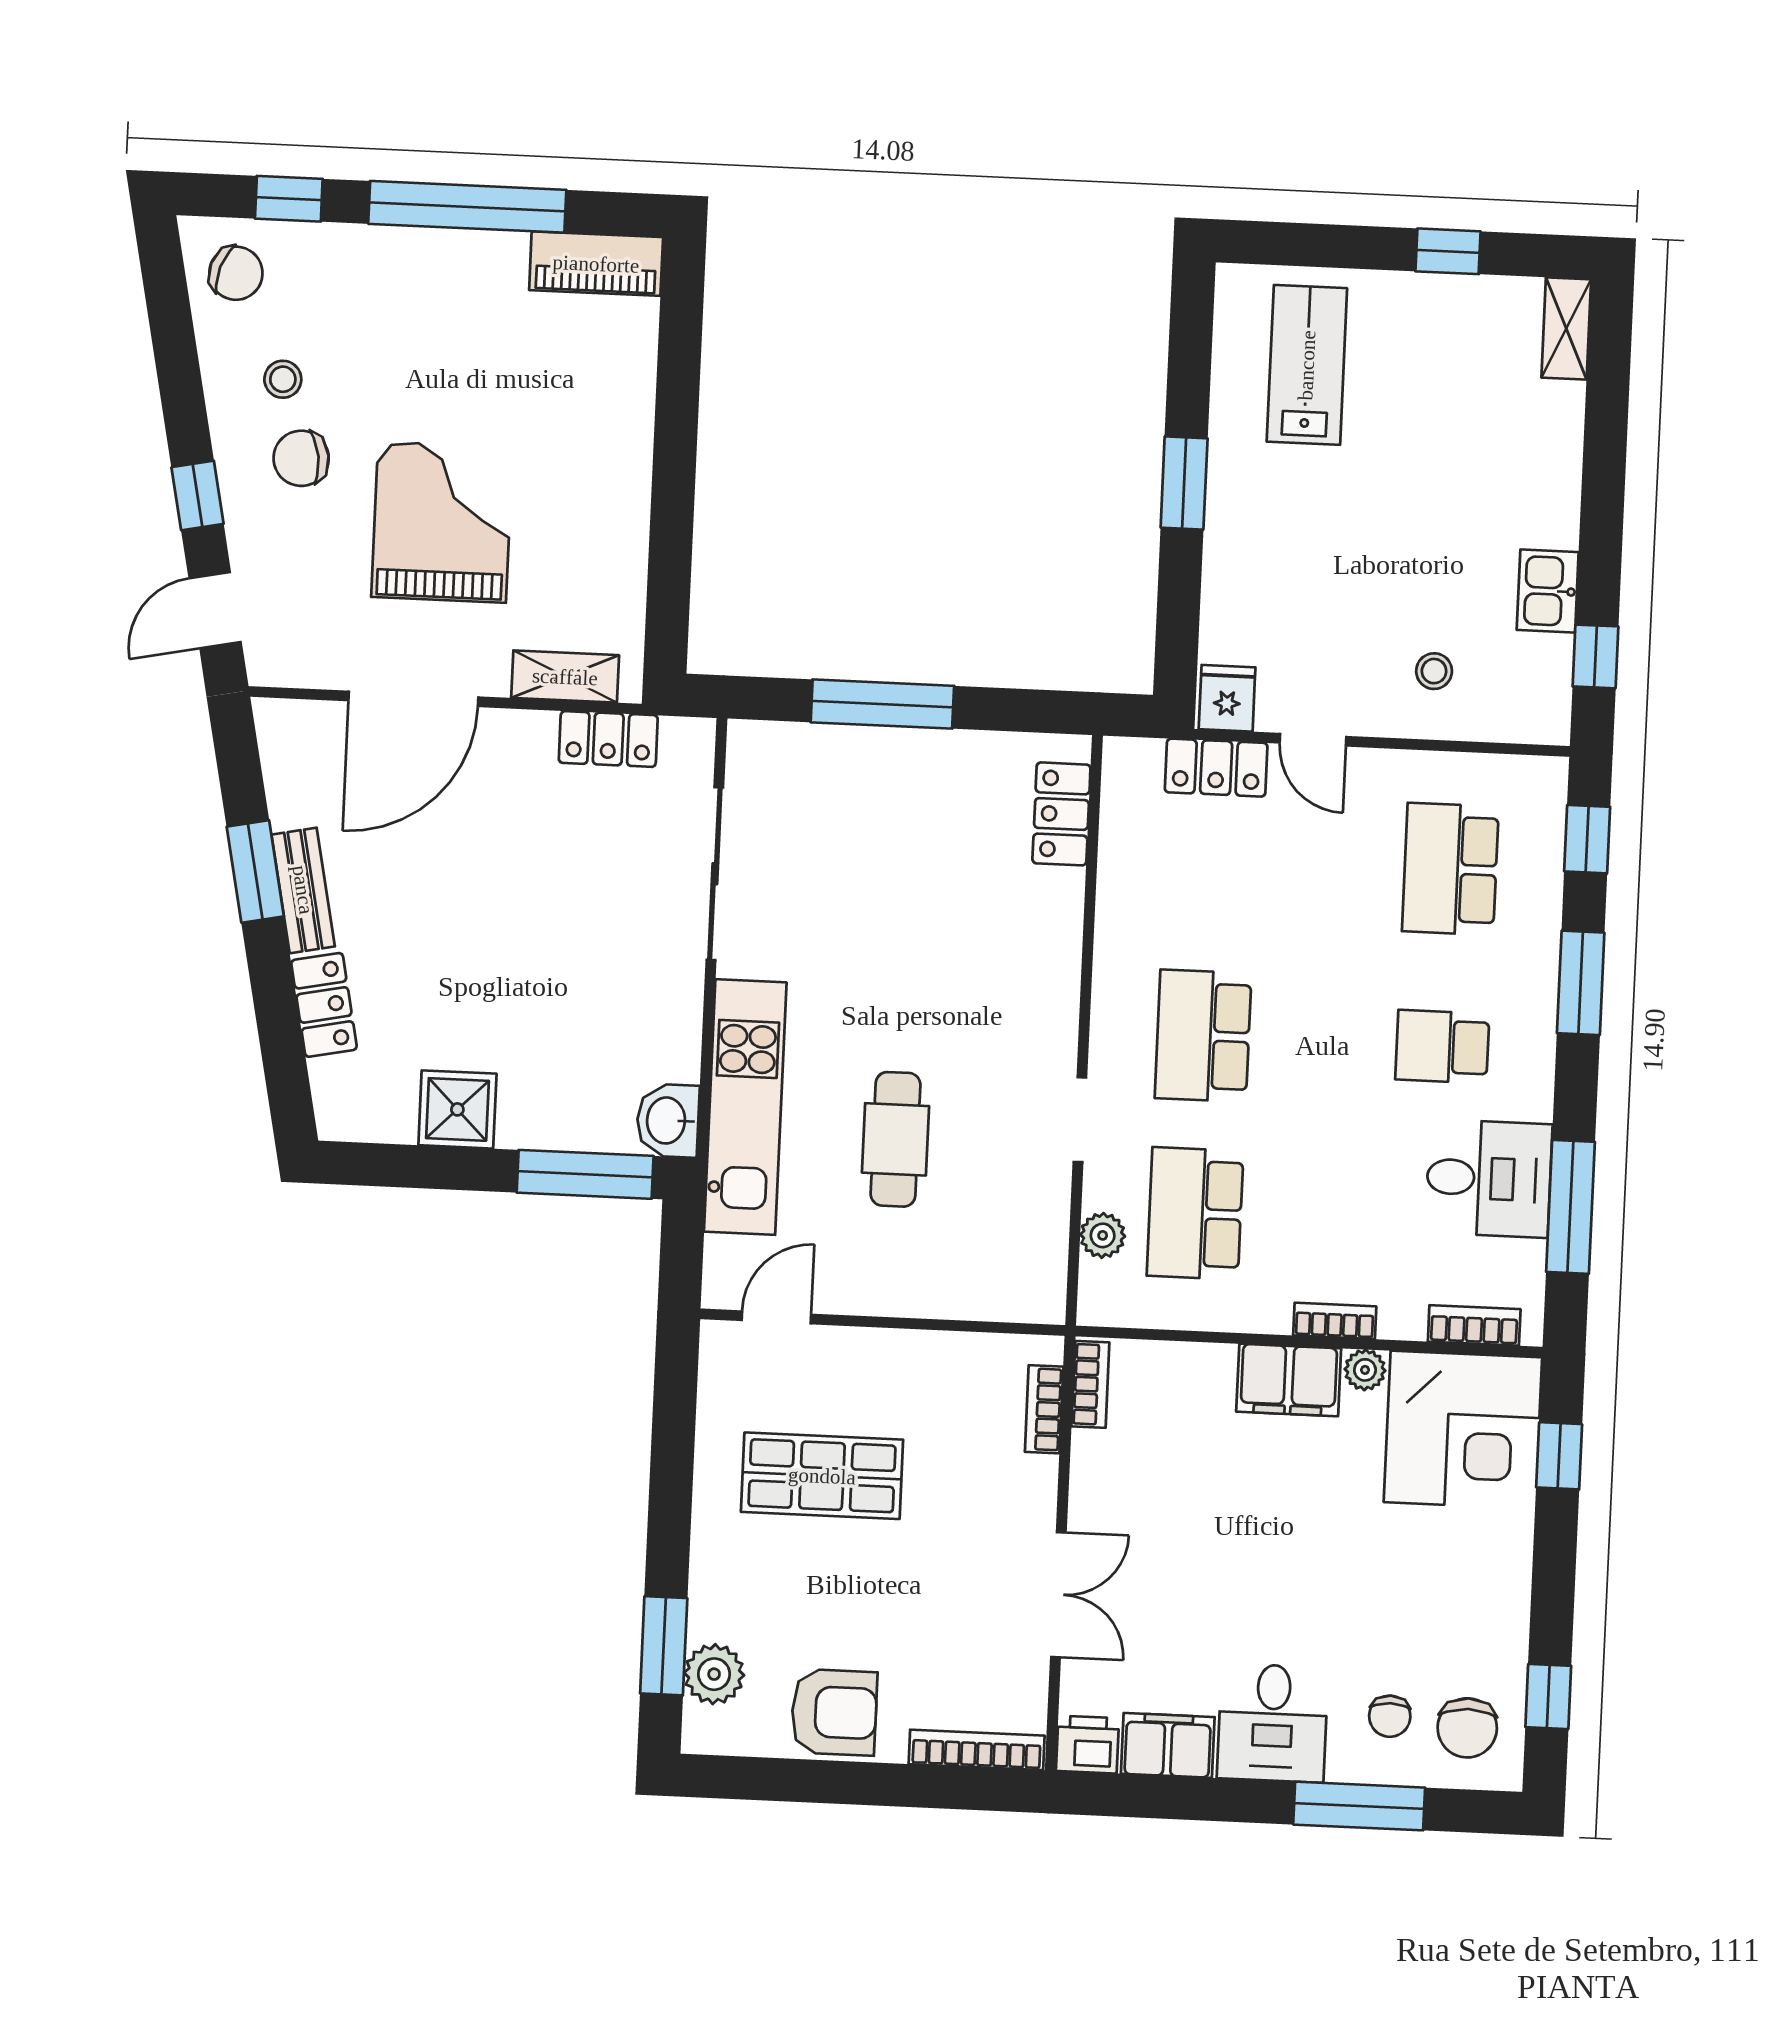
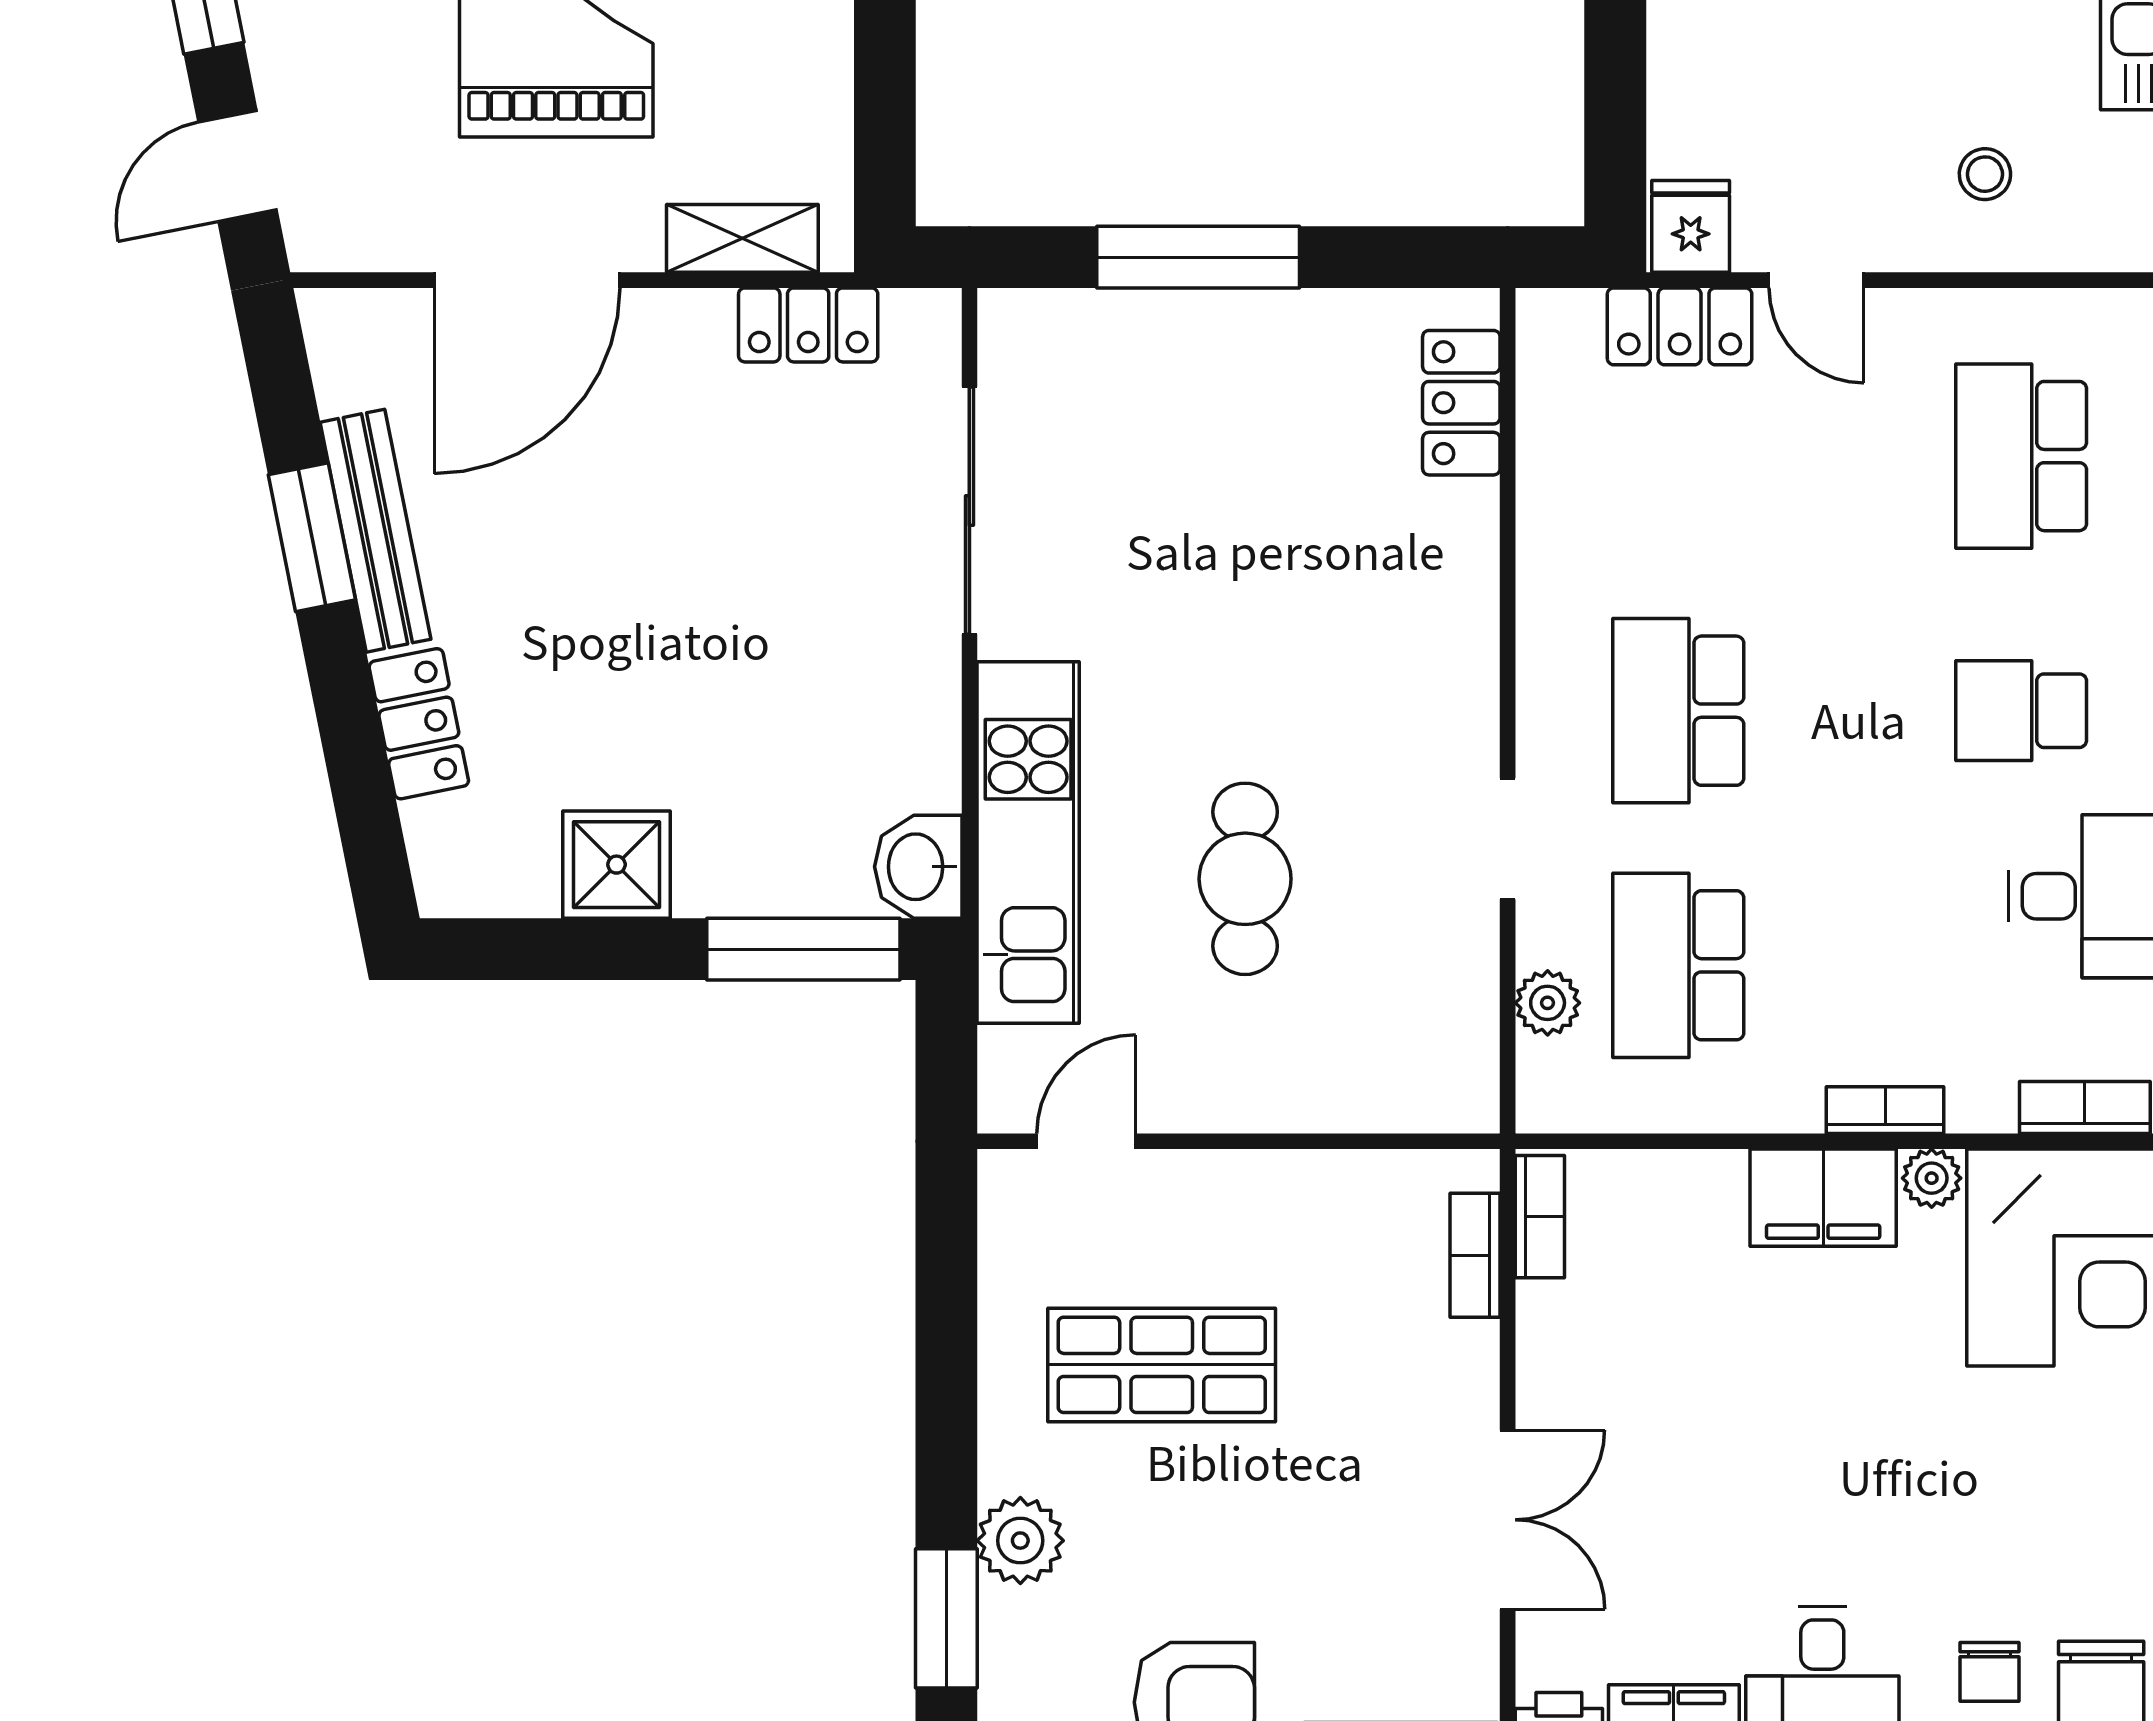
bench: (303, 890) -> (375, 531), width x1.36
plant: (714, 1674) -> (1020, 1541), moved

